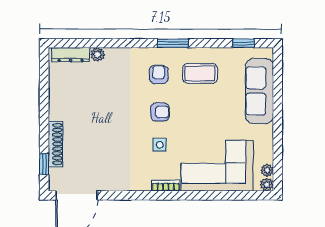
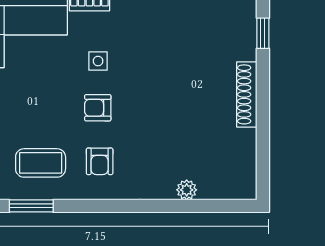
window: (173, 43) -> (31, 206), moved
dresser: (71, 55) -> (225, 189), removed
shoe rack: (56, 144) -> (247, 94), moved

